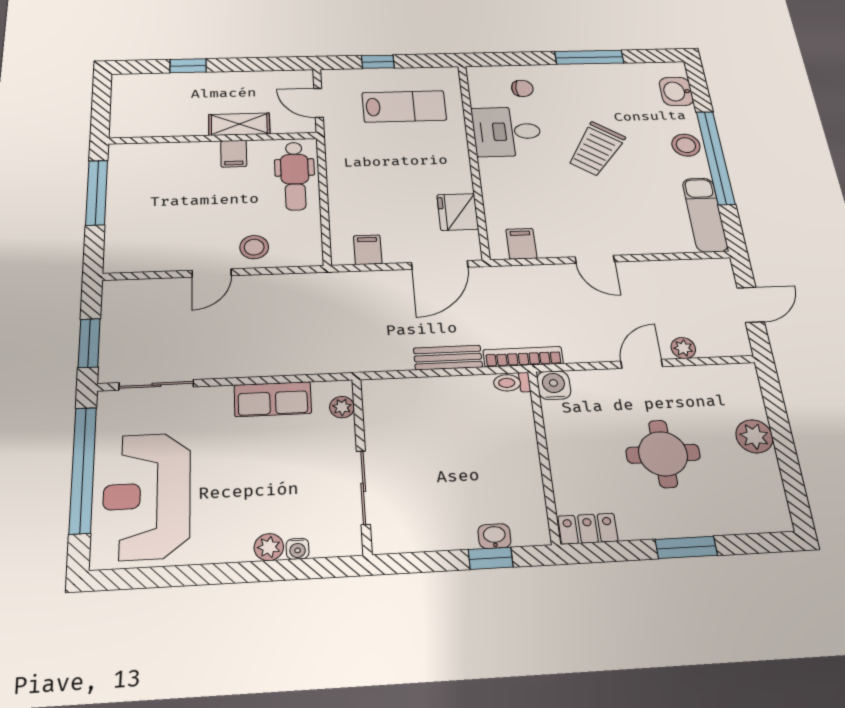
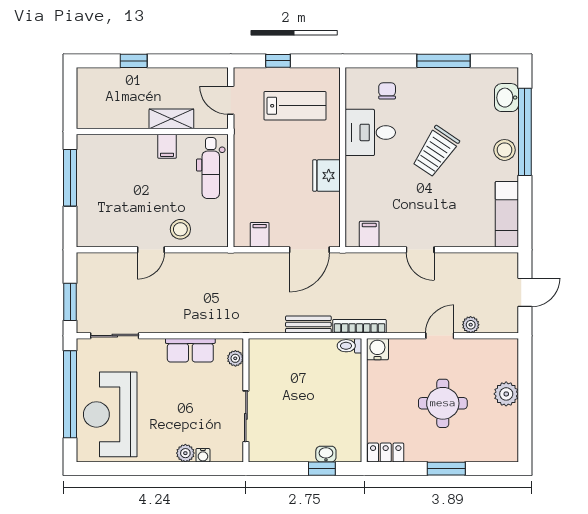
chair: (522, 88) -> (387, 91), turned -90
window: (715, 157) -> (525, 132), moved
fridge: (458, 212) -> (326, 175), moved

